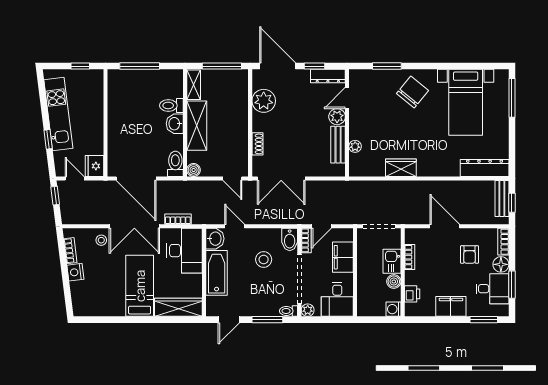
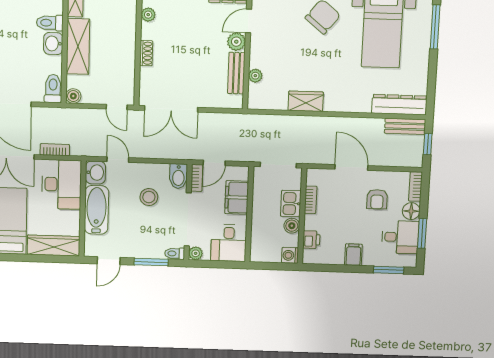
plant: (264, 101) -> (148, 15), width x0.53, depth x0.53
shoe rack: (257, 144) -> (146, 53), moved
bench: (502, 198) -> (405, 126), moved, turned 90
filing cabinet: (451, 306) -> (353, 255), width x0.50

